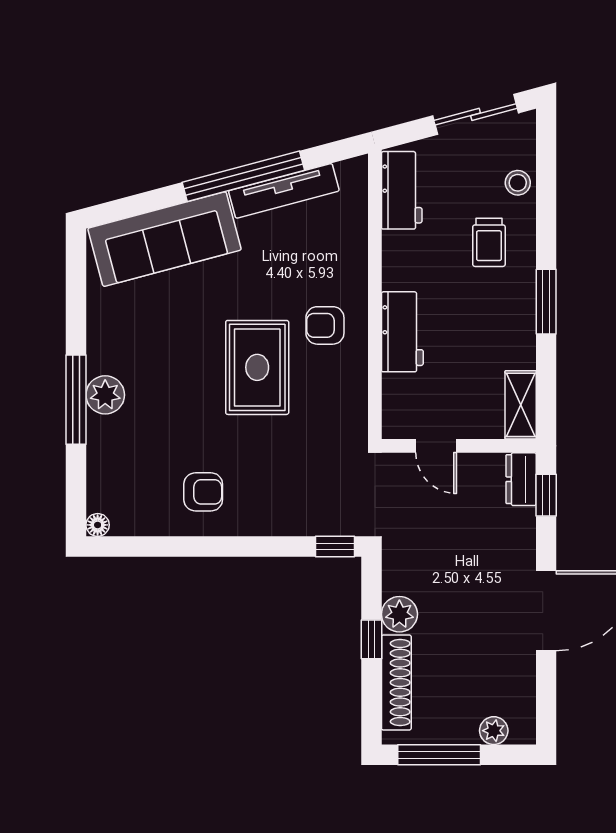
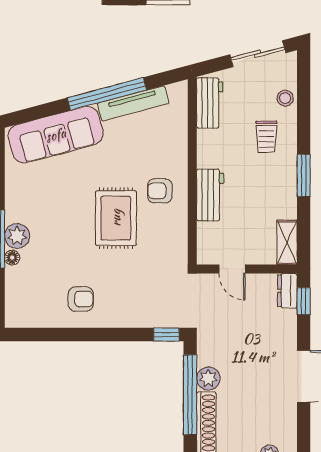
floor lamp: (98, 525) -> (12, 258), moved
window: (371, 639) -> (190, 395), width x3.17

